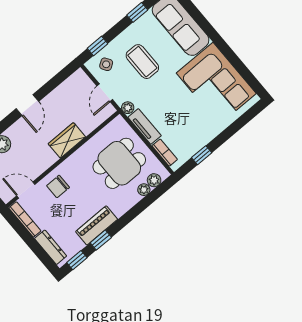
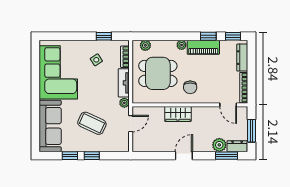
window: (98, 46) -> (92, 156), moved
coffee table: (142, 62) -> (92, 123), turned -65
side table: (106, 64) -> (96, 60), moved
chair: (58, 186) -> (190, 87), moved, turned 90
plant: (144, 190) -> (182, 45), moved

